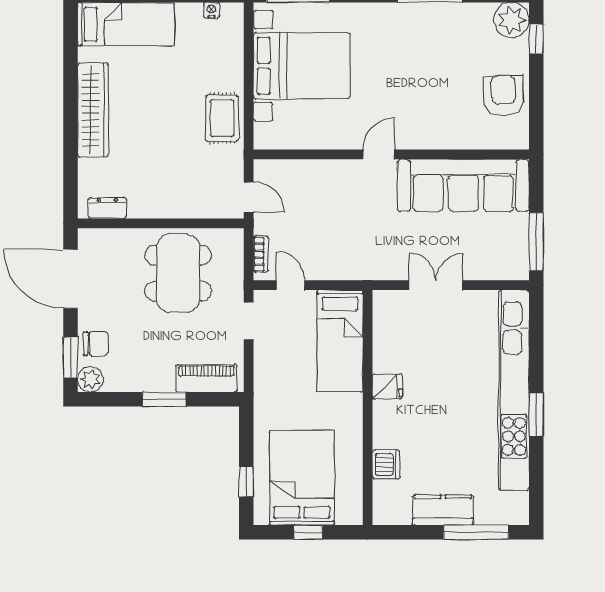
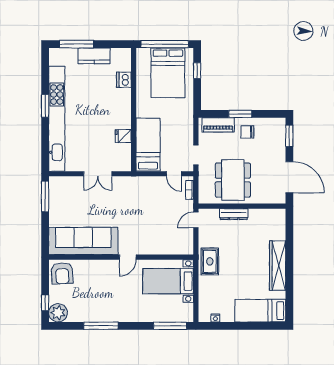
bed with nightstands: (302, 66) -> (168, 281), width x0.73
door: (379, 154) -> (128, 257), moved
wall: (391, 154) -> (121, 257), moved
sofa: (463, 185) -> (83, 241), moved
door: (249, 197) -> (196, 220), hinge flipped
dresser: (107, 208) -> (234, 214), moved, width x1.44
chair: (96, 344) -> (247, 132), moved
plant: (90, 379) -> (279, 124), removed
fridge: (387, 386) -> (123, 136), moved
window: (308, 532) -> (165, 44), width x3.17

